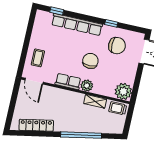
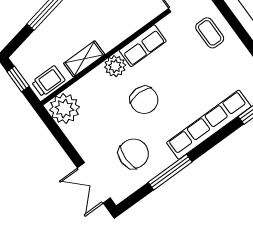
window: (111, 23) -> (170, 172), width x2.17
chair: (117, 46) -> (133, 154), turned 180
window: (128, 122) -> (18, 79), added

